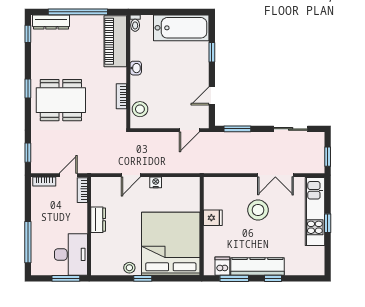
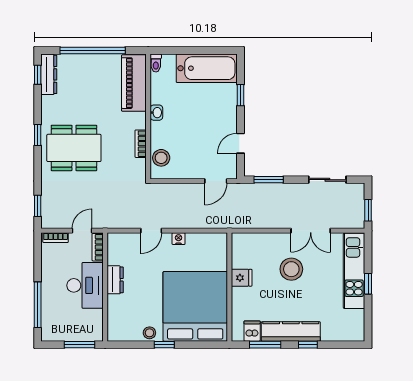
dresser: (51, 22) -> (49, 74), moved, turned -90
desk: (71, 254) -> (85, 285), moved

